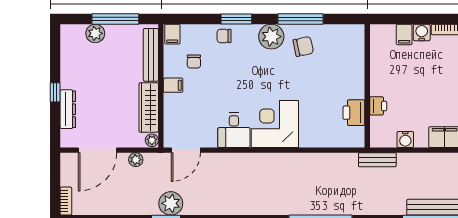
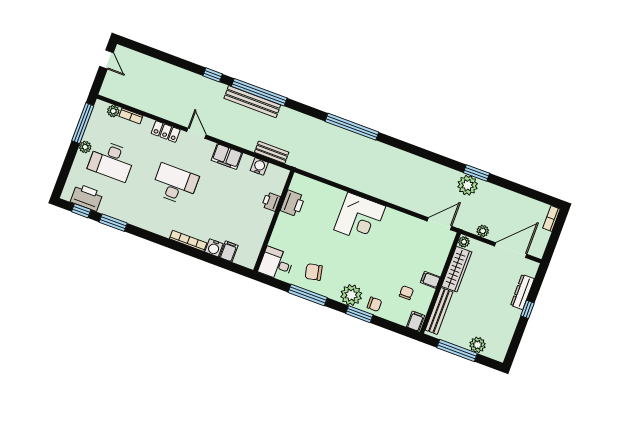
plant: (271, 37) -> (351, 295), moved
desk: (234, 130) -> (276, 264), moved, turned -90
bench: (377, 160) -> (272, 152), moved

